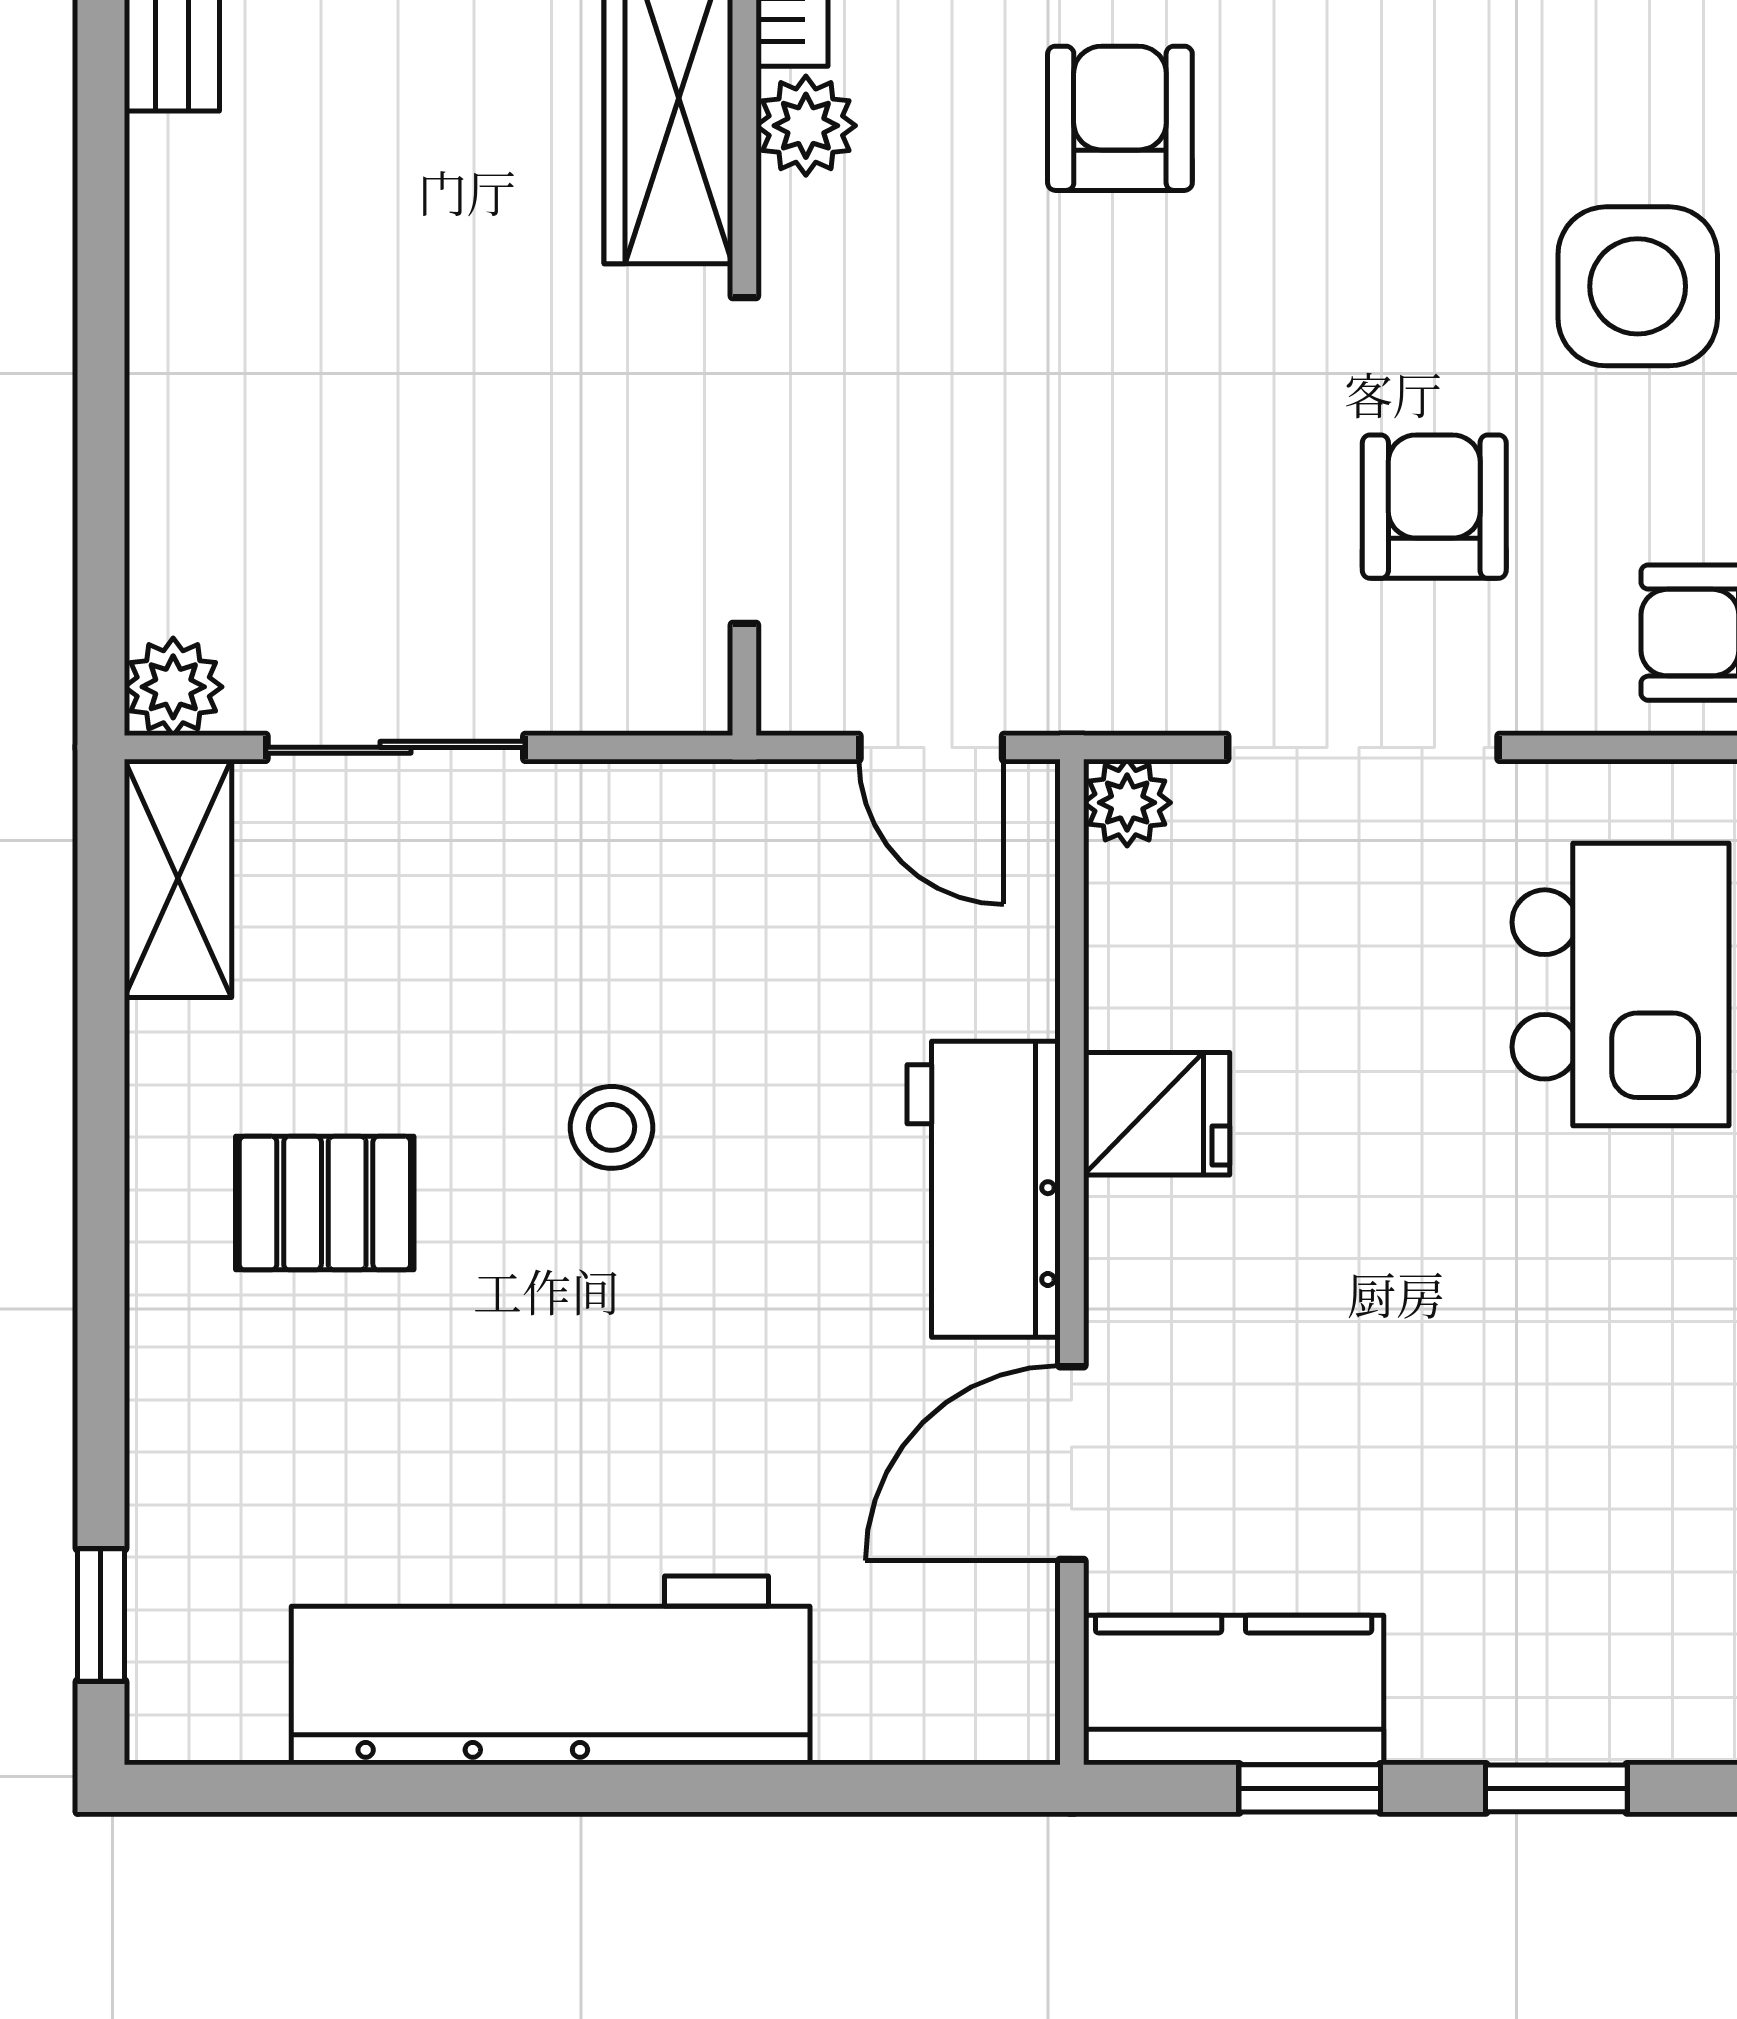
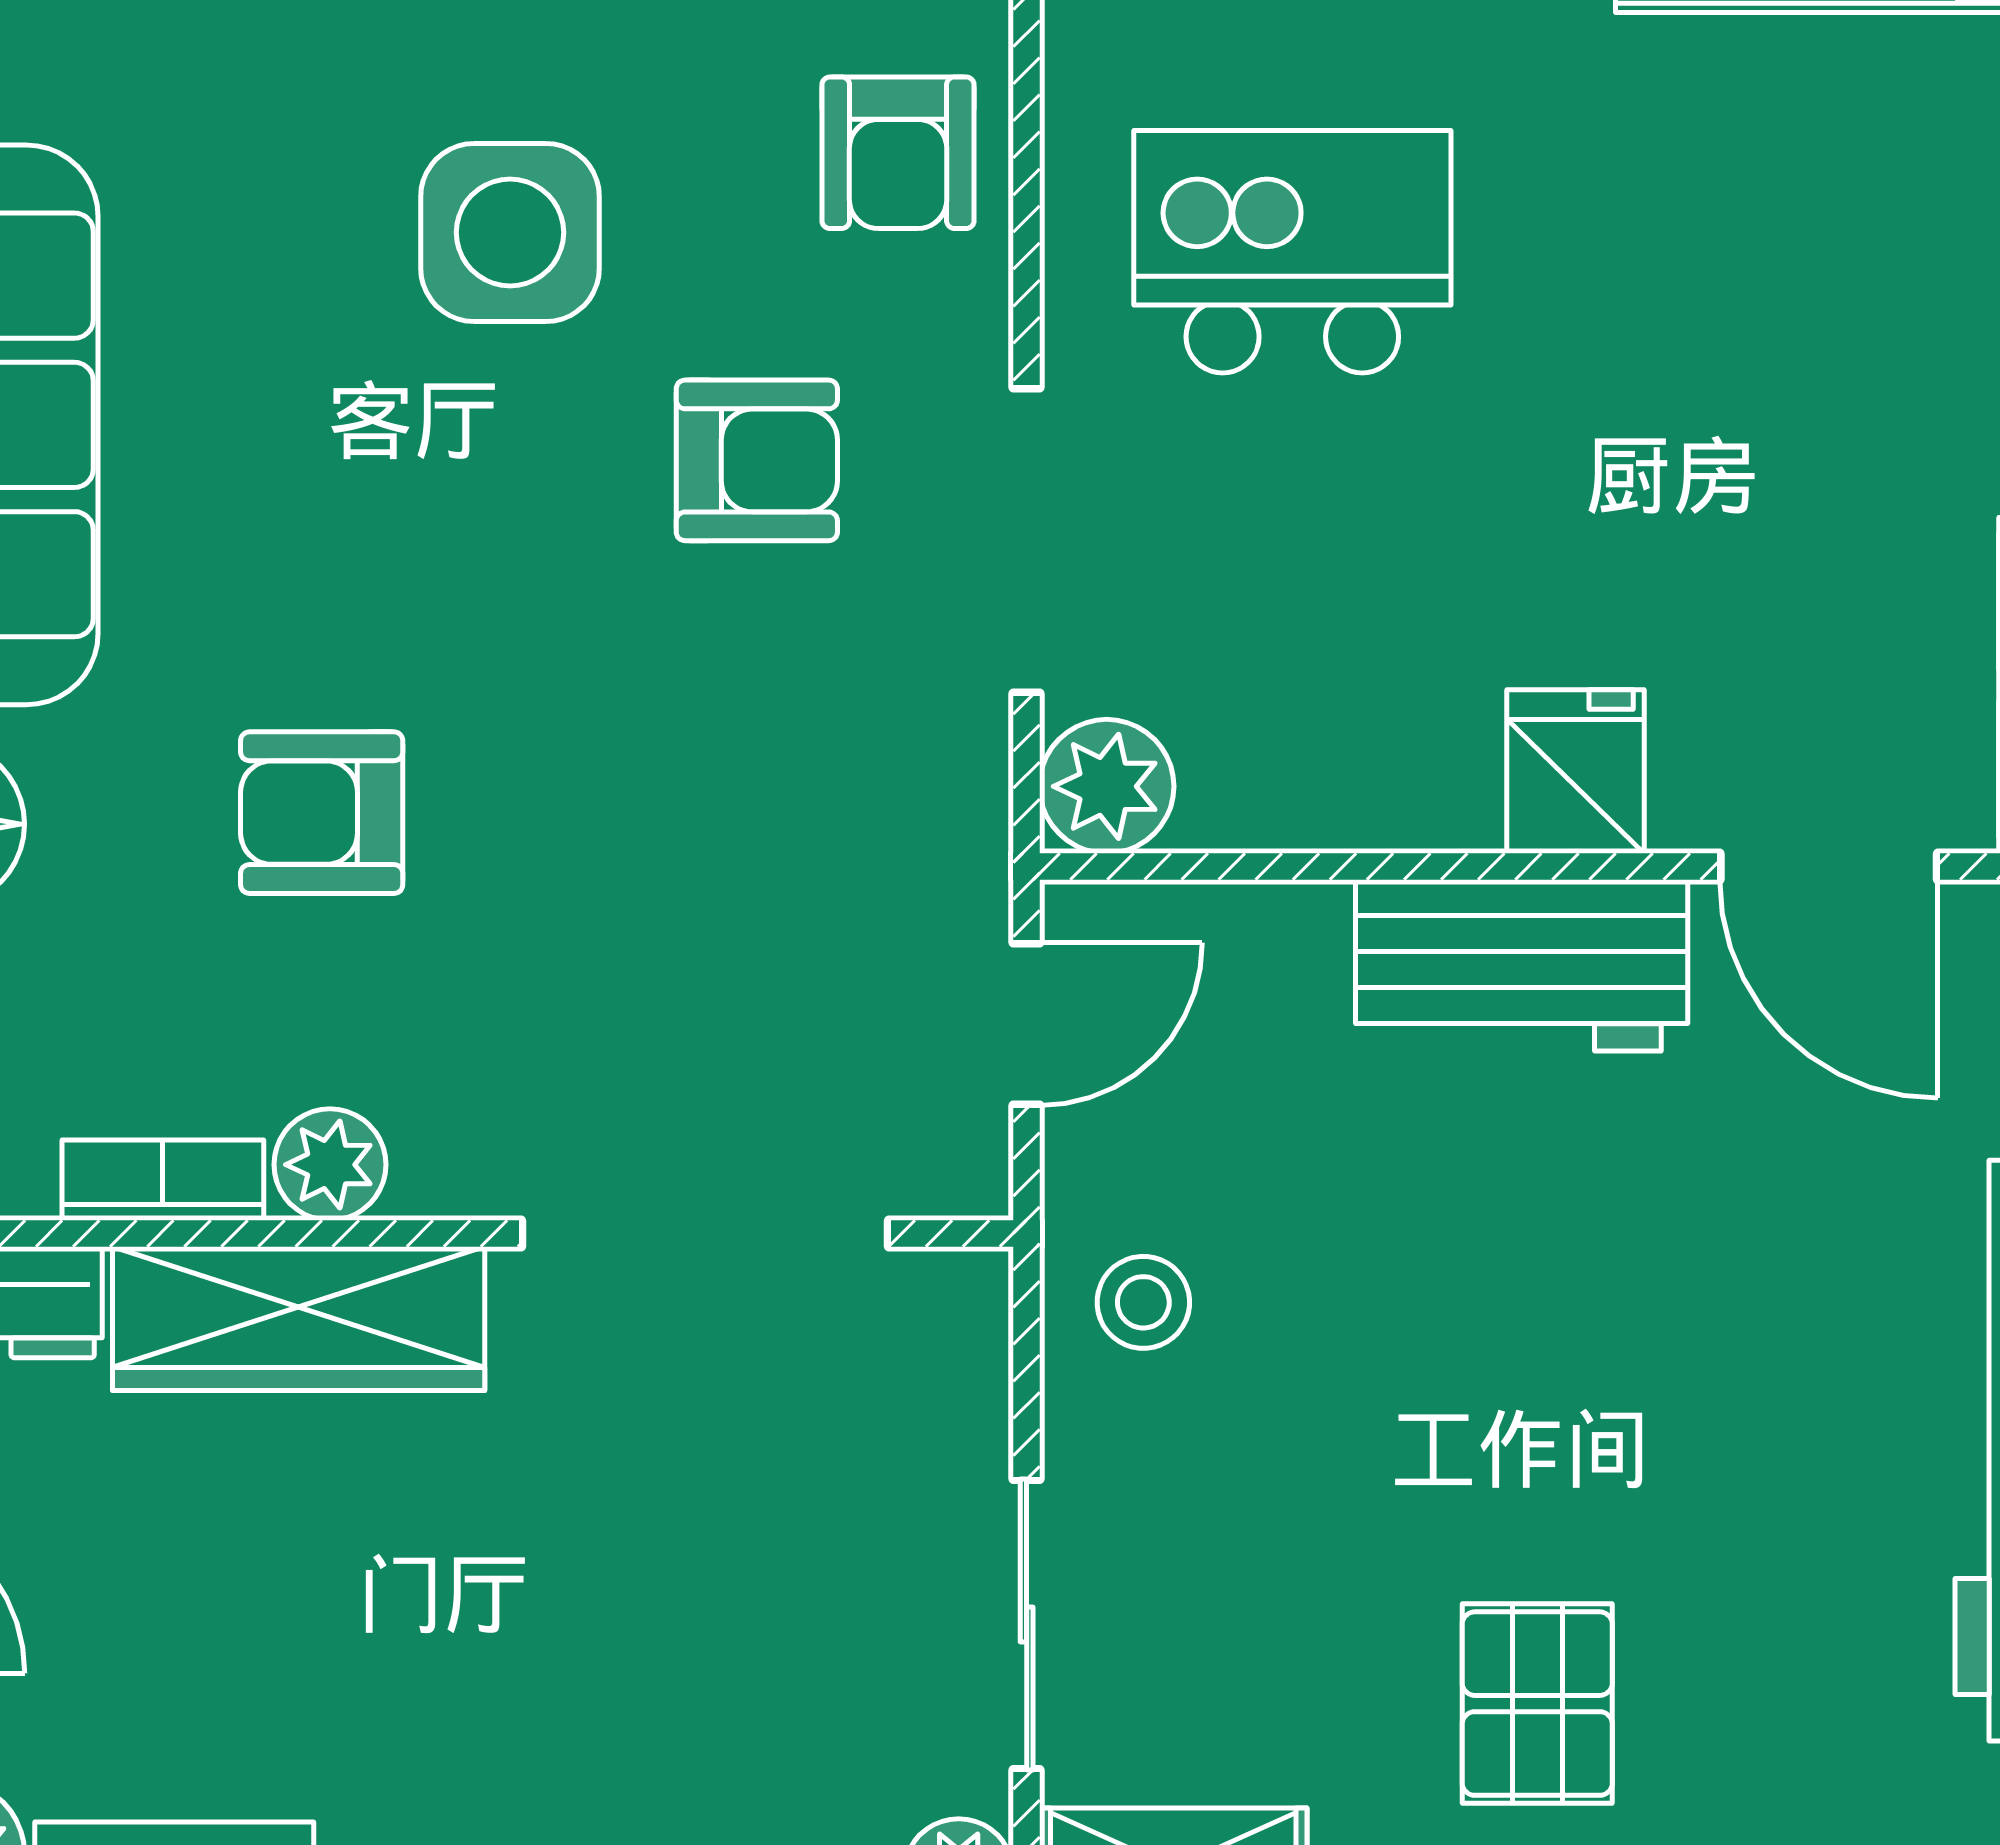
armchair: (1434, 507) -> (757, 460), turned 180
plant: (1127, 803) -> (1107, 786), width x1.38, depth x1.38
fridge: (1157, 1114) -> (1576, 772), moved
stool: (612, 1127) -> (1143, 1302), moved

